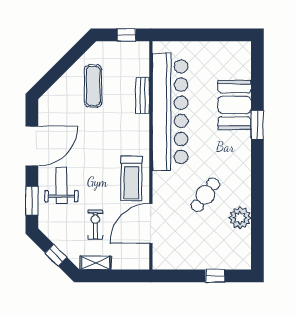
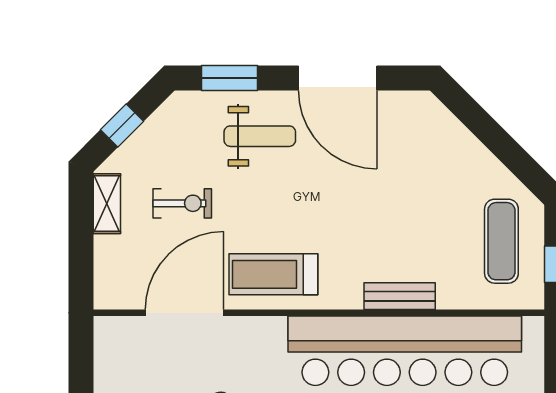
exercise mat: (93, 86) -> (501, 241), moved, turned 90
bench: (142, 95) -> (400, 296), moved
door: (151, 223) -> (184, 313), hinge flipped

